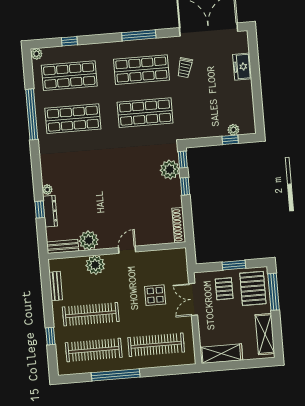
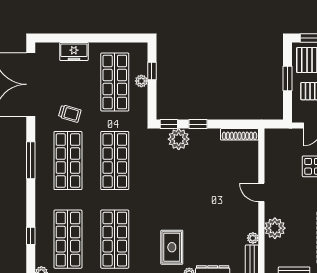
shop shelf: (217, 107) -> (115, 82), added
plant: (233, 130) -> (141, 81), moved
rug: (70, 172) -> (172, 247), added
plant: (89, 240) -> (253, 238), width x0.53, depth x0.53

